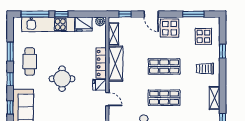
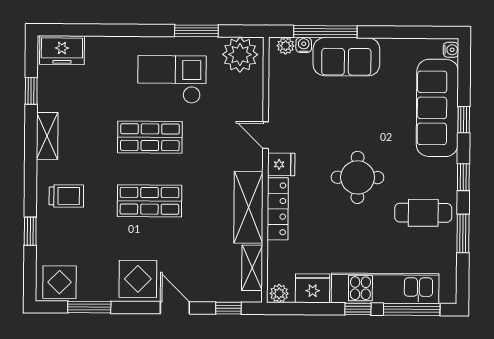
display table: (203, 36) -> (60, 282), moved
cafe table: (30, 62) -> (423, 213), turned 90

